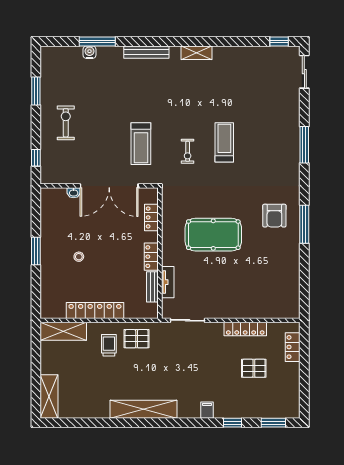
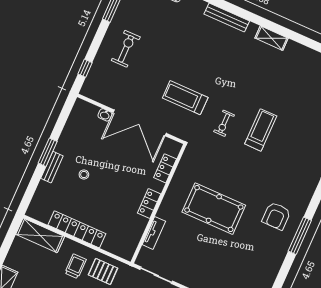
treadmill: (141, 144) -> (185, 98), turned 90
bench: (152, 287) -> (52, 167), moved

